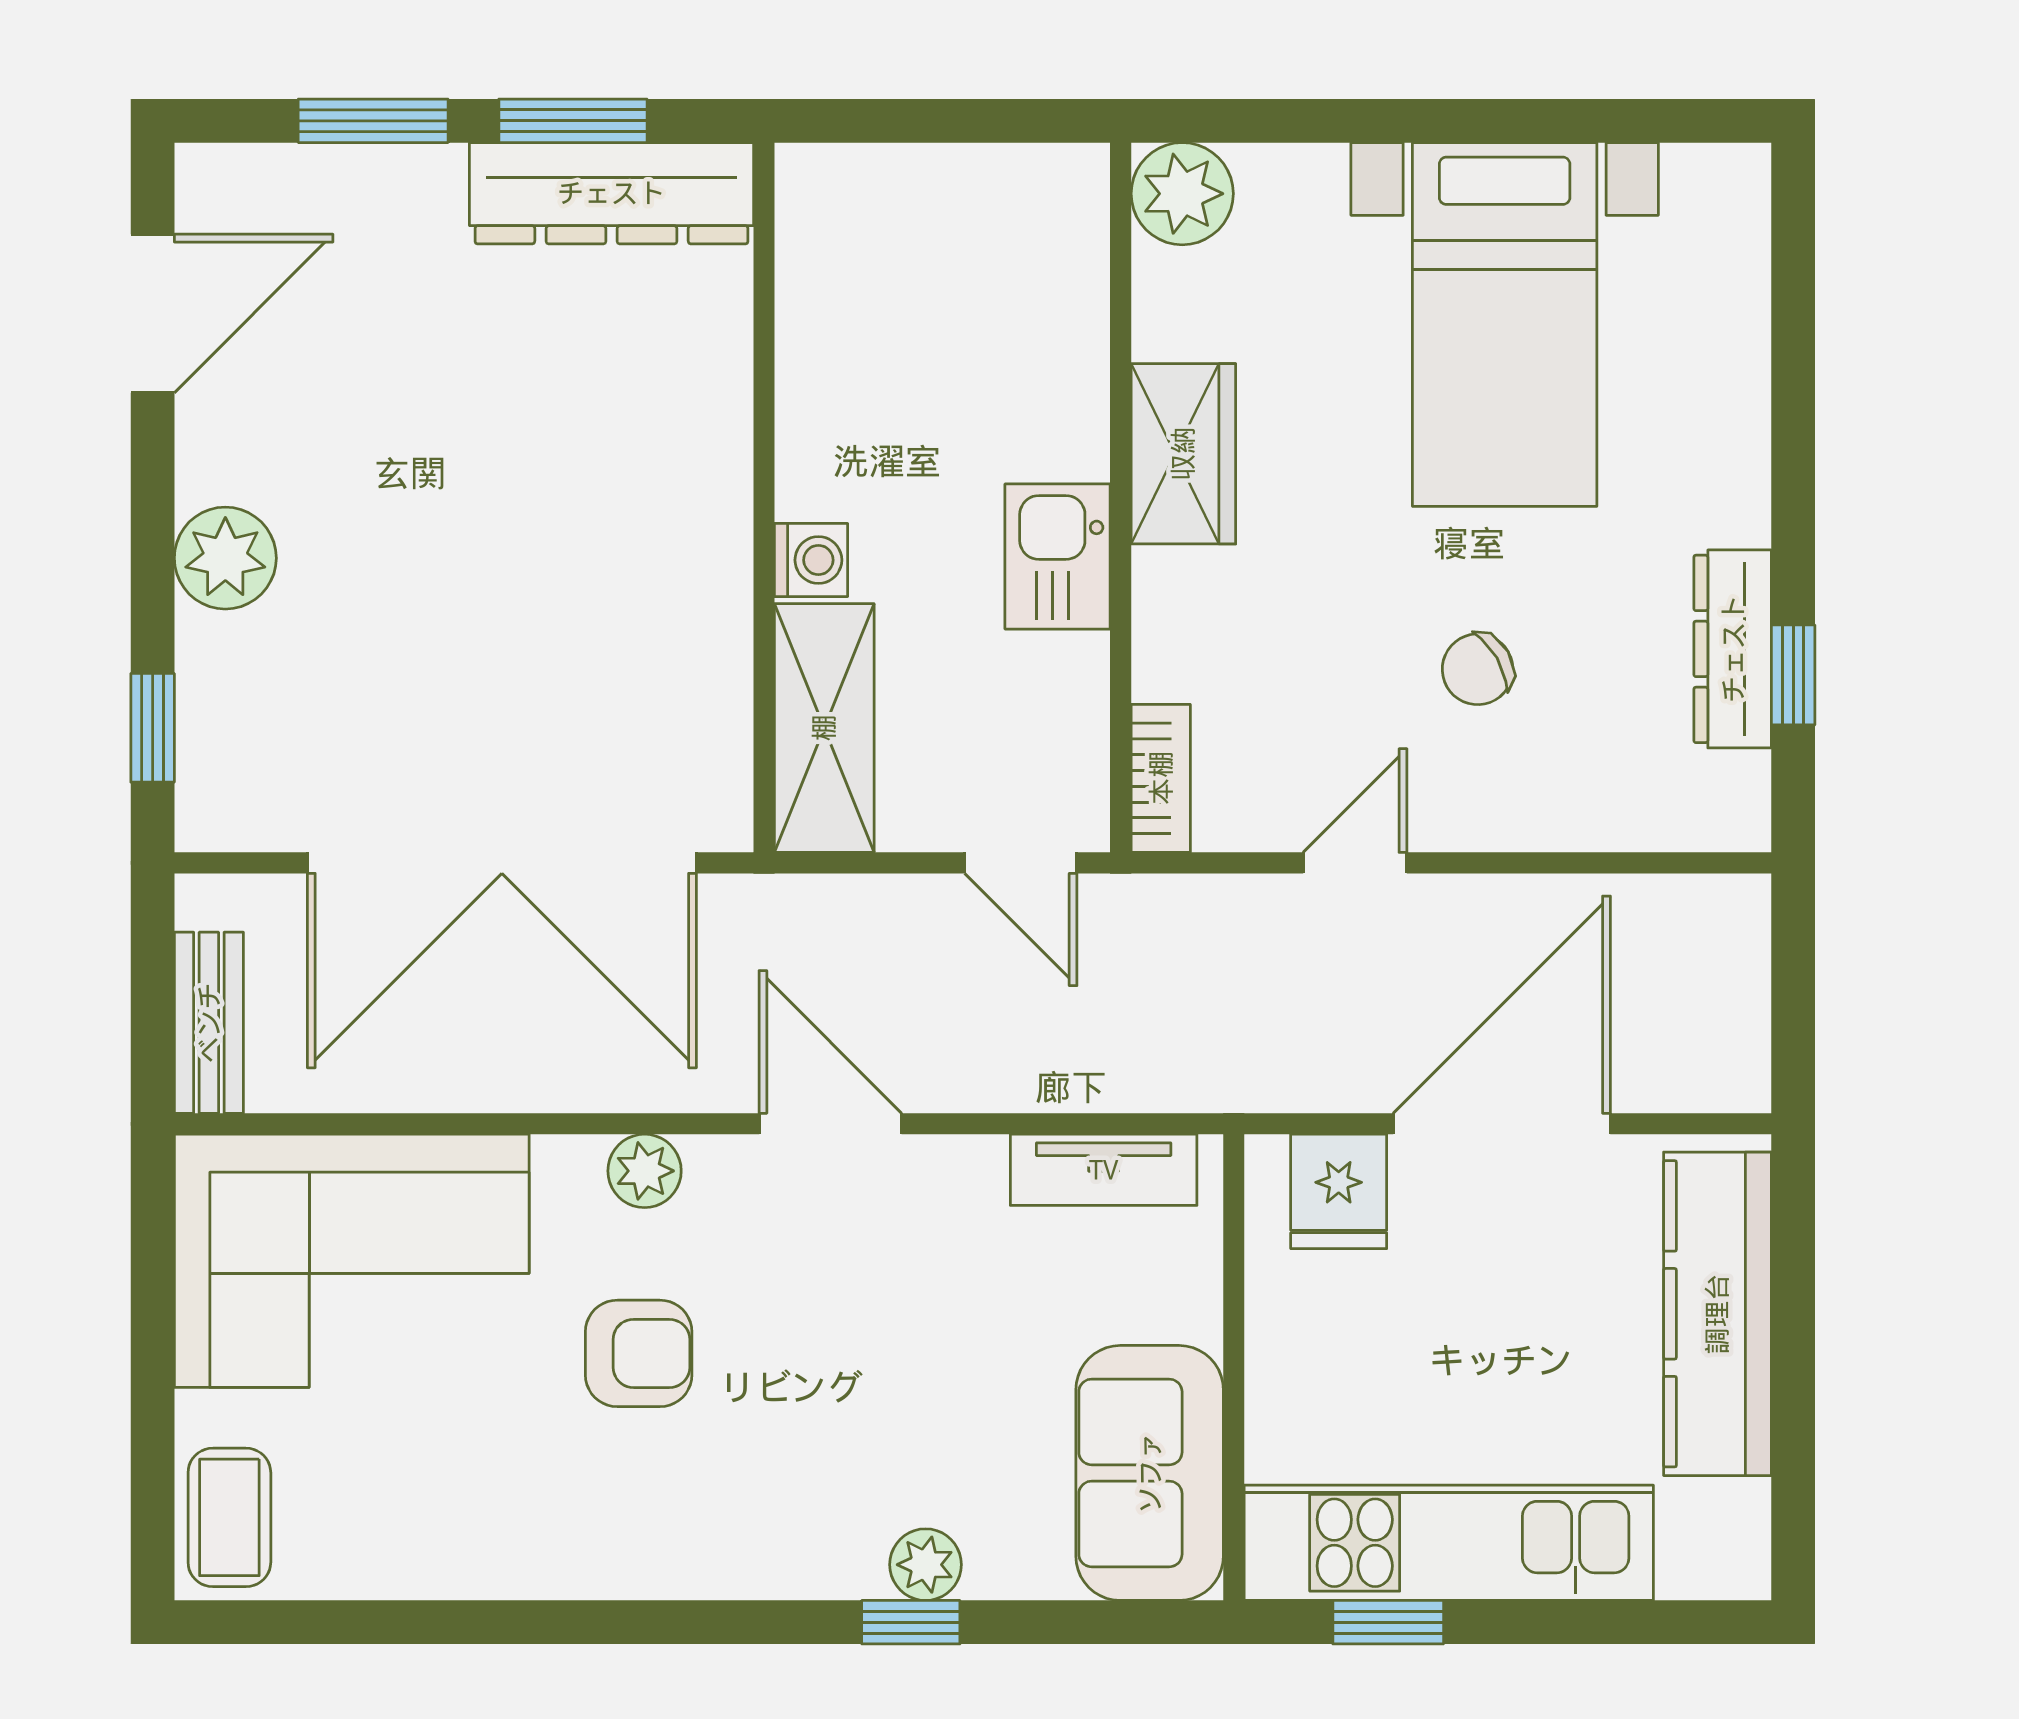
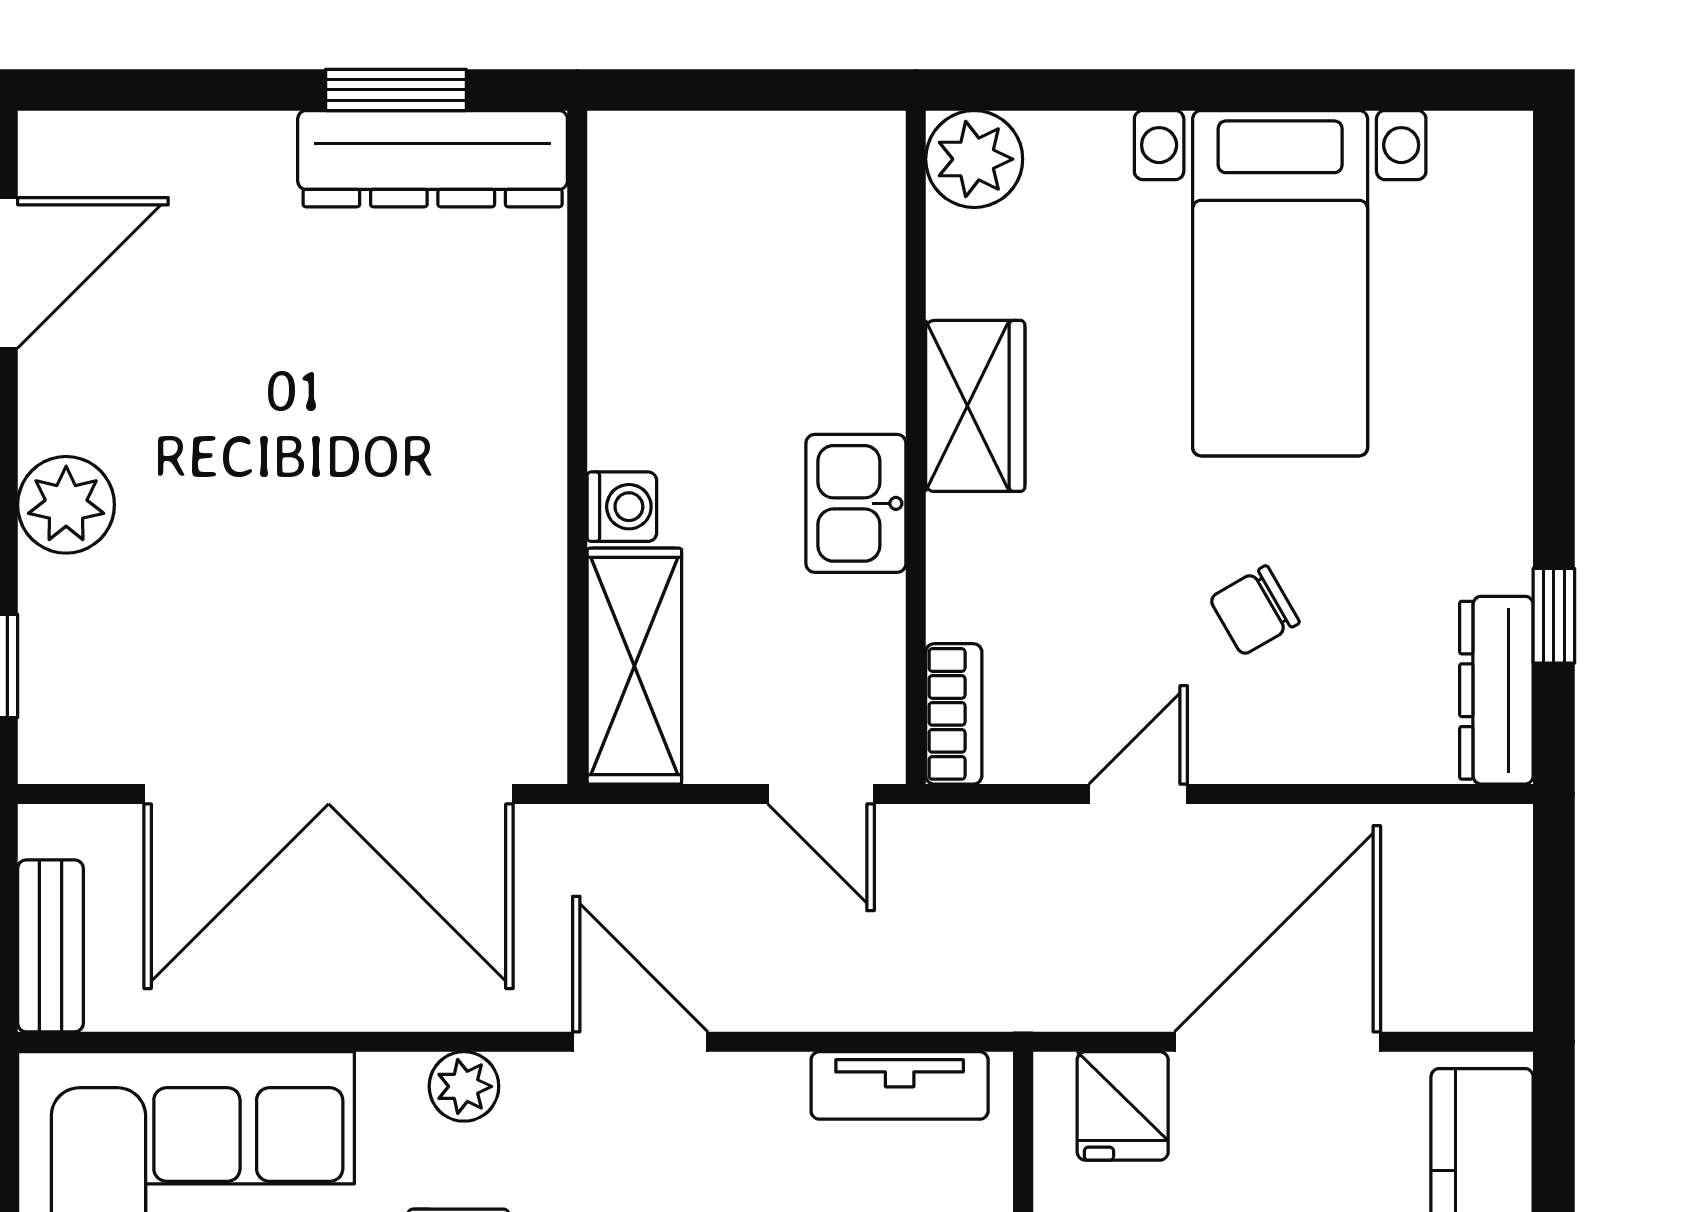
window: (373, 121) -> (206, 90), removed
dresser: (1733, 649) -> (1496, 690), moved

